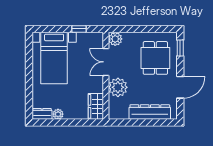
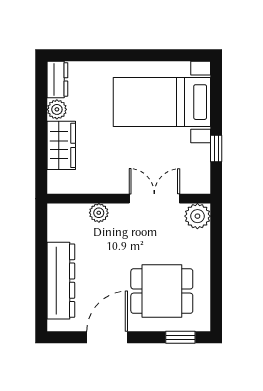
plant: (118, 87) -> (99, 213), width x0.53, depth x0.53
door: (180, 87) -> (107, 337), swing flipped
wardrobe: (96, 106) -> (61, 145), moved, turned 90

